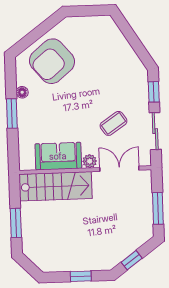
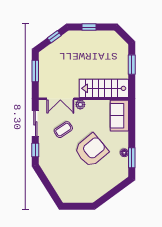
armchair: (52, 61) -> (91, 150), moved
window: (12, 113) -> (132, 158), moved
sofa: (58, 156) -> (119, 116), moved, turned 90

